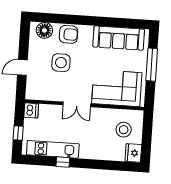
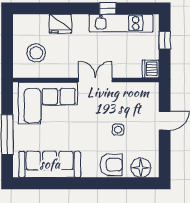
armchair: (69, 34) -> (111, 165), turned 180
side table: (61, 63) -> (118, 130), width x0.54, depth x0.54
fridge: (133, 153) -> (60, 24), moved, turned 90

